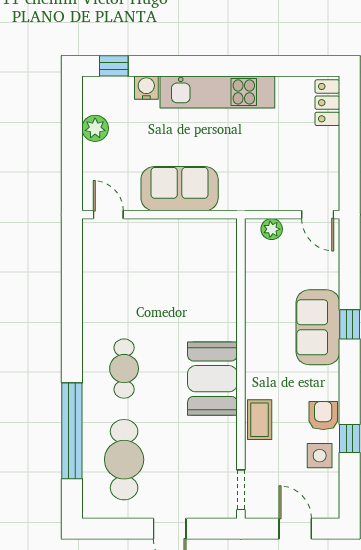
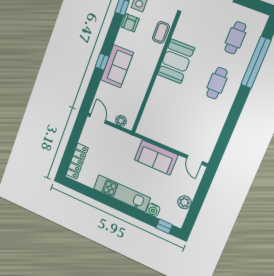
locker: (327, 103) -> (77, 161), width x1.53
cafe table: (124, 460) -> (235, 38), width x0.73, depth x0.74

